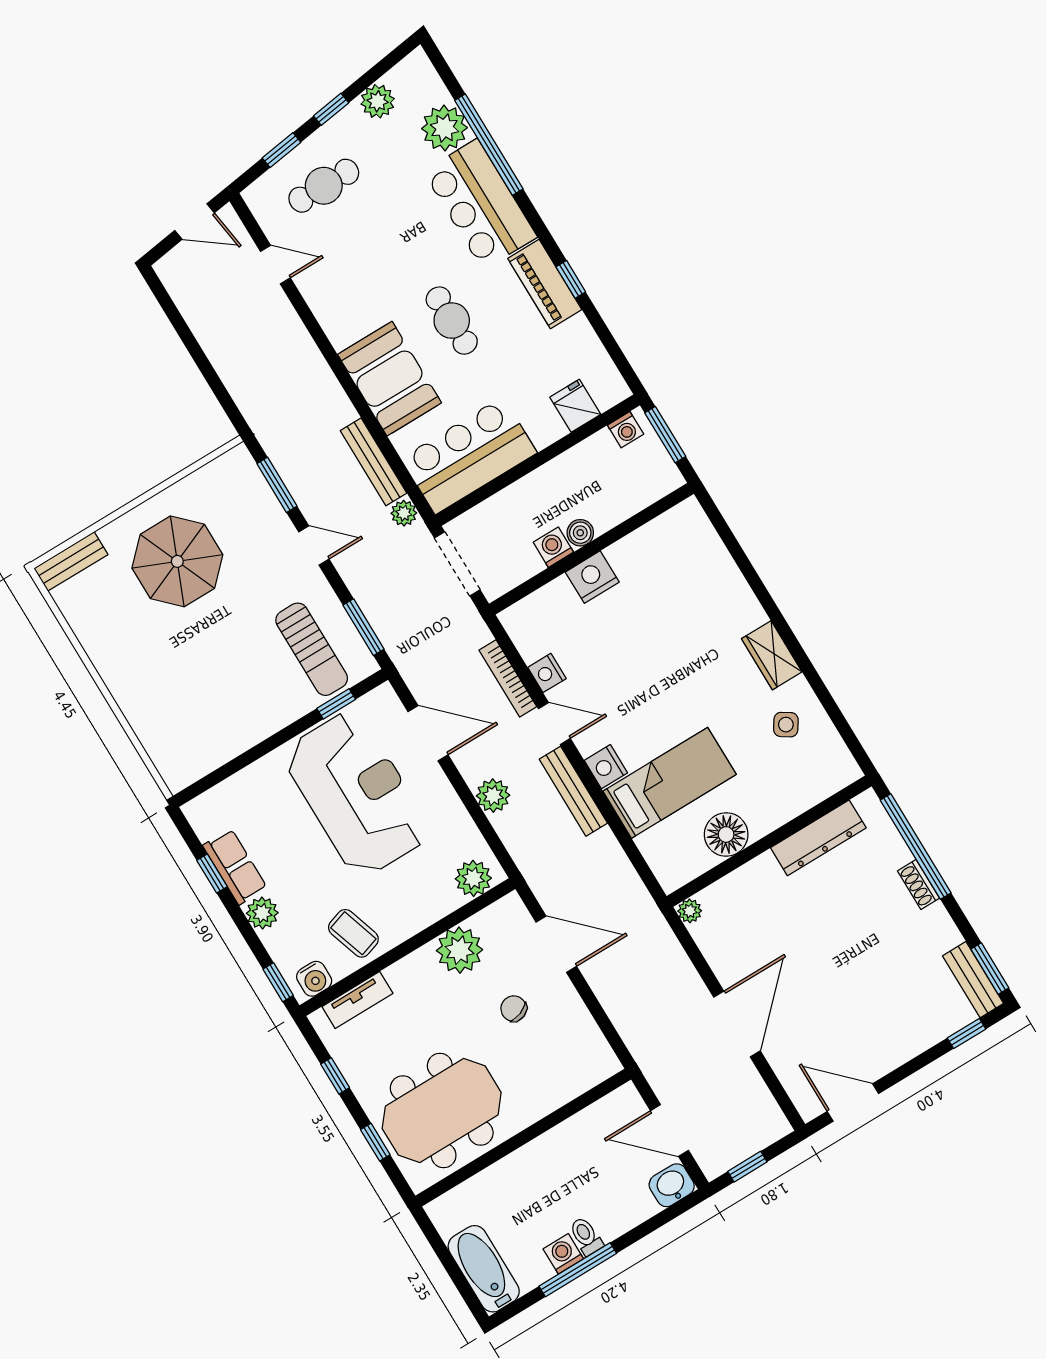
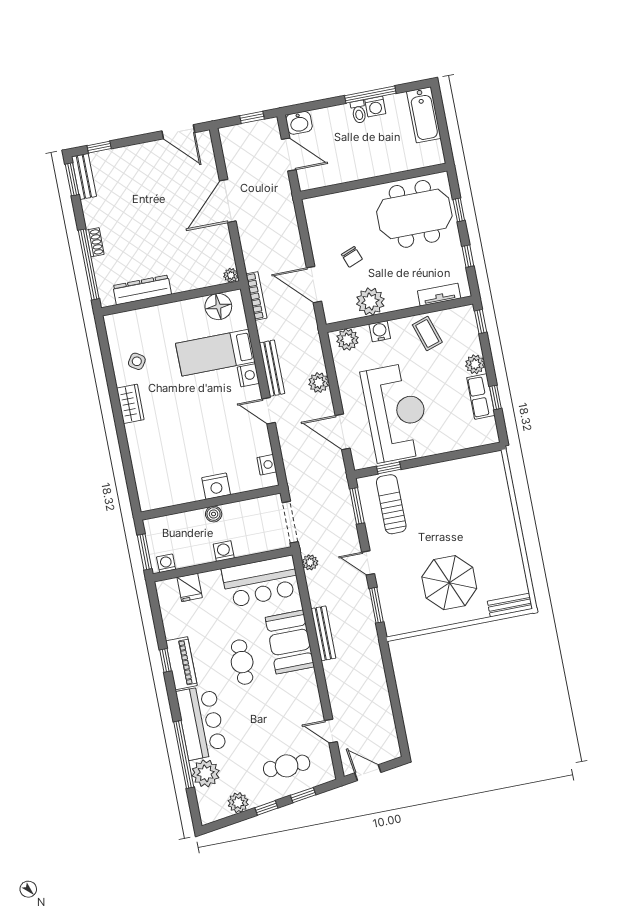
bench: (374, 462) -> (323, 633), moved
washing machine: (553, 547) -> (224, 551), moved, turned 180
nightstand: (547, 673) -> (267, 465), moved
bookcase: (508, 678) -> (256, 296), moved
reception desk: (357, 794) -> (396, 412), turned 180
floor lamp: (726, 834) -> (218, 307), moved
water cooler: (314, 979) -> (380, 331), moved

